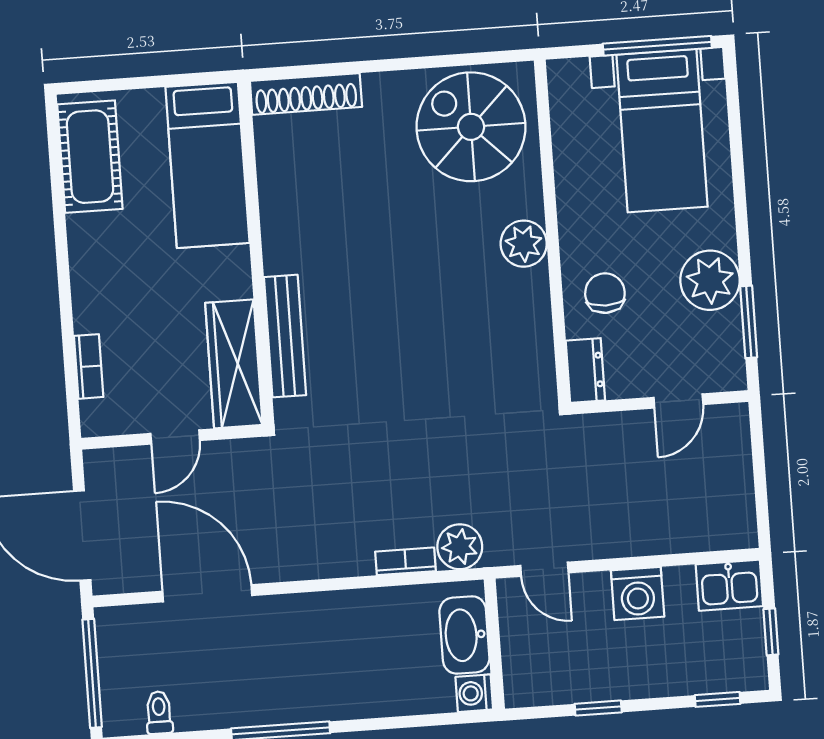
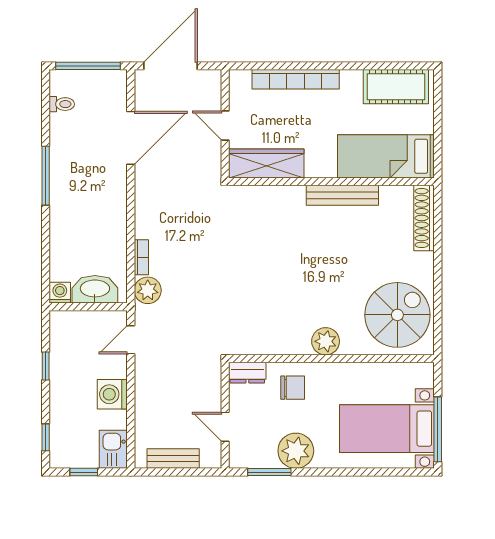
bench: (285, 336) -> (342, 195), moved
bookcase: (89, 366) -> (296, 79), width x2.31, depth x1.31
bench: (738, 484) -> (173, 459), added

